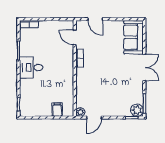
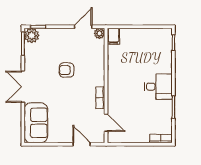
armchair: (108, 81) -> (67, 70), added
filing cabinet: (57, 110) -> (113, 36), moved

